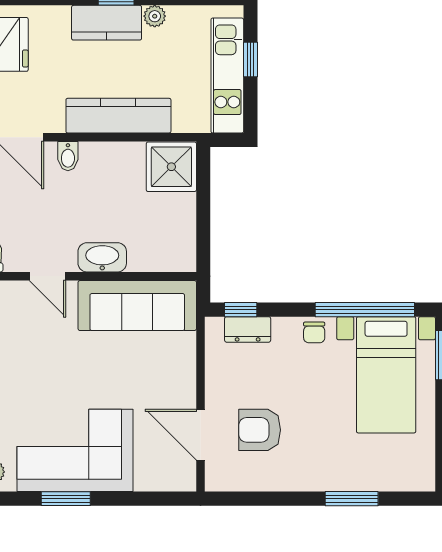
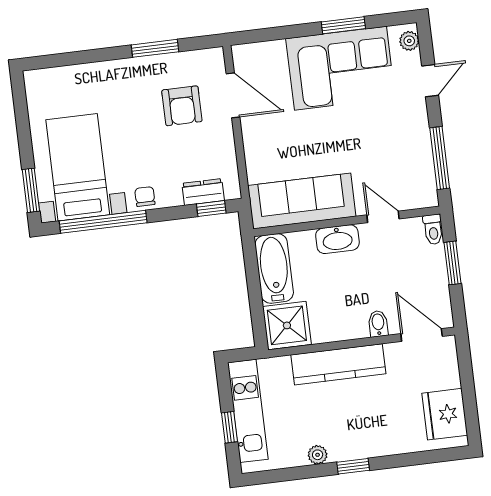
kitchen counter: (107, 23) -> (359, 444), removed
bathtub: (178, 233) -> (274, 268), added
armchair: (260, 430) -> (182, 106), turned 90
window: (352, 499) -> (155, 48), moved

